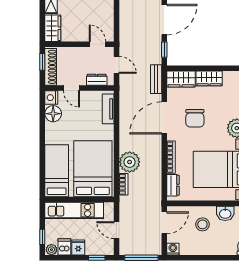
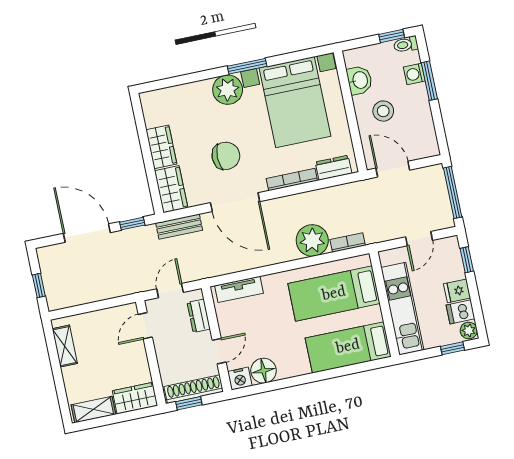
bed: (93, 169) -> (334, 294), width x0.67
washing machine: (173, 249) -> (414, 74), moved
window: (216, 258) -> (429, 81), added

